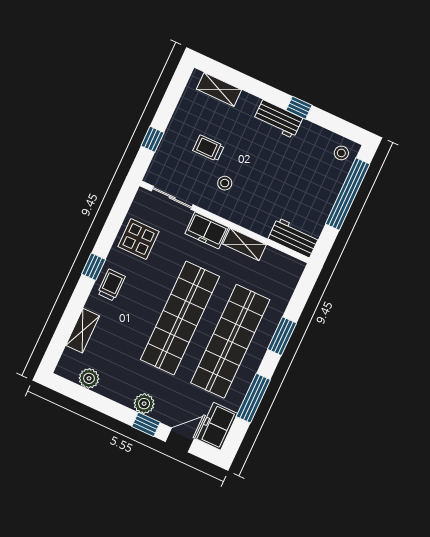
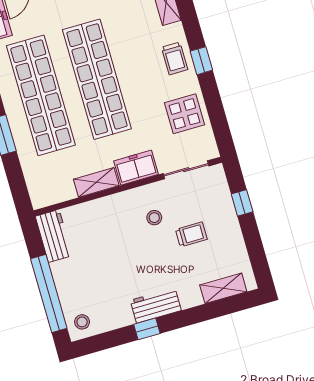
workbench: (294, 238) -> (54, 236), moved, turned -90

